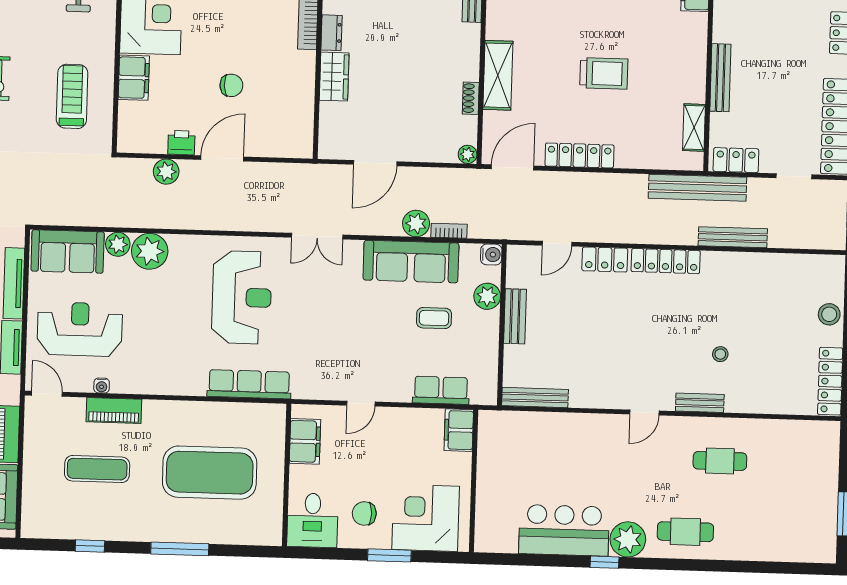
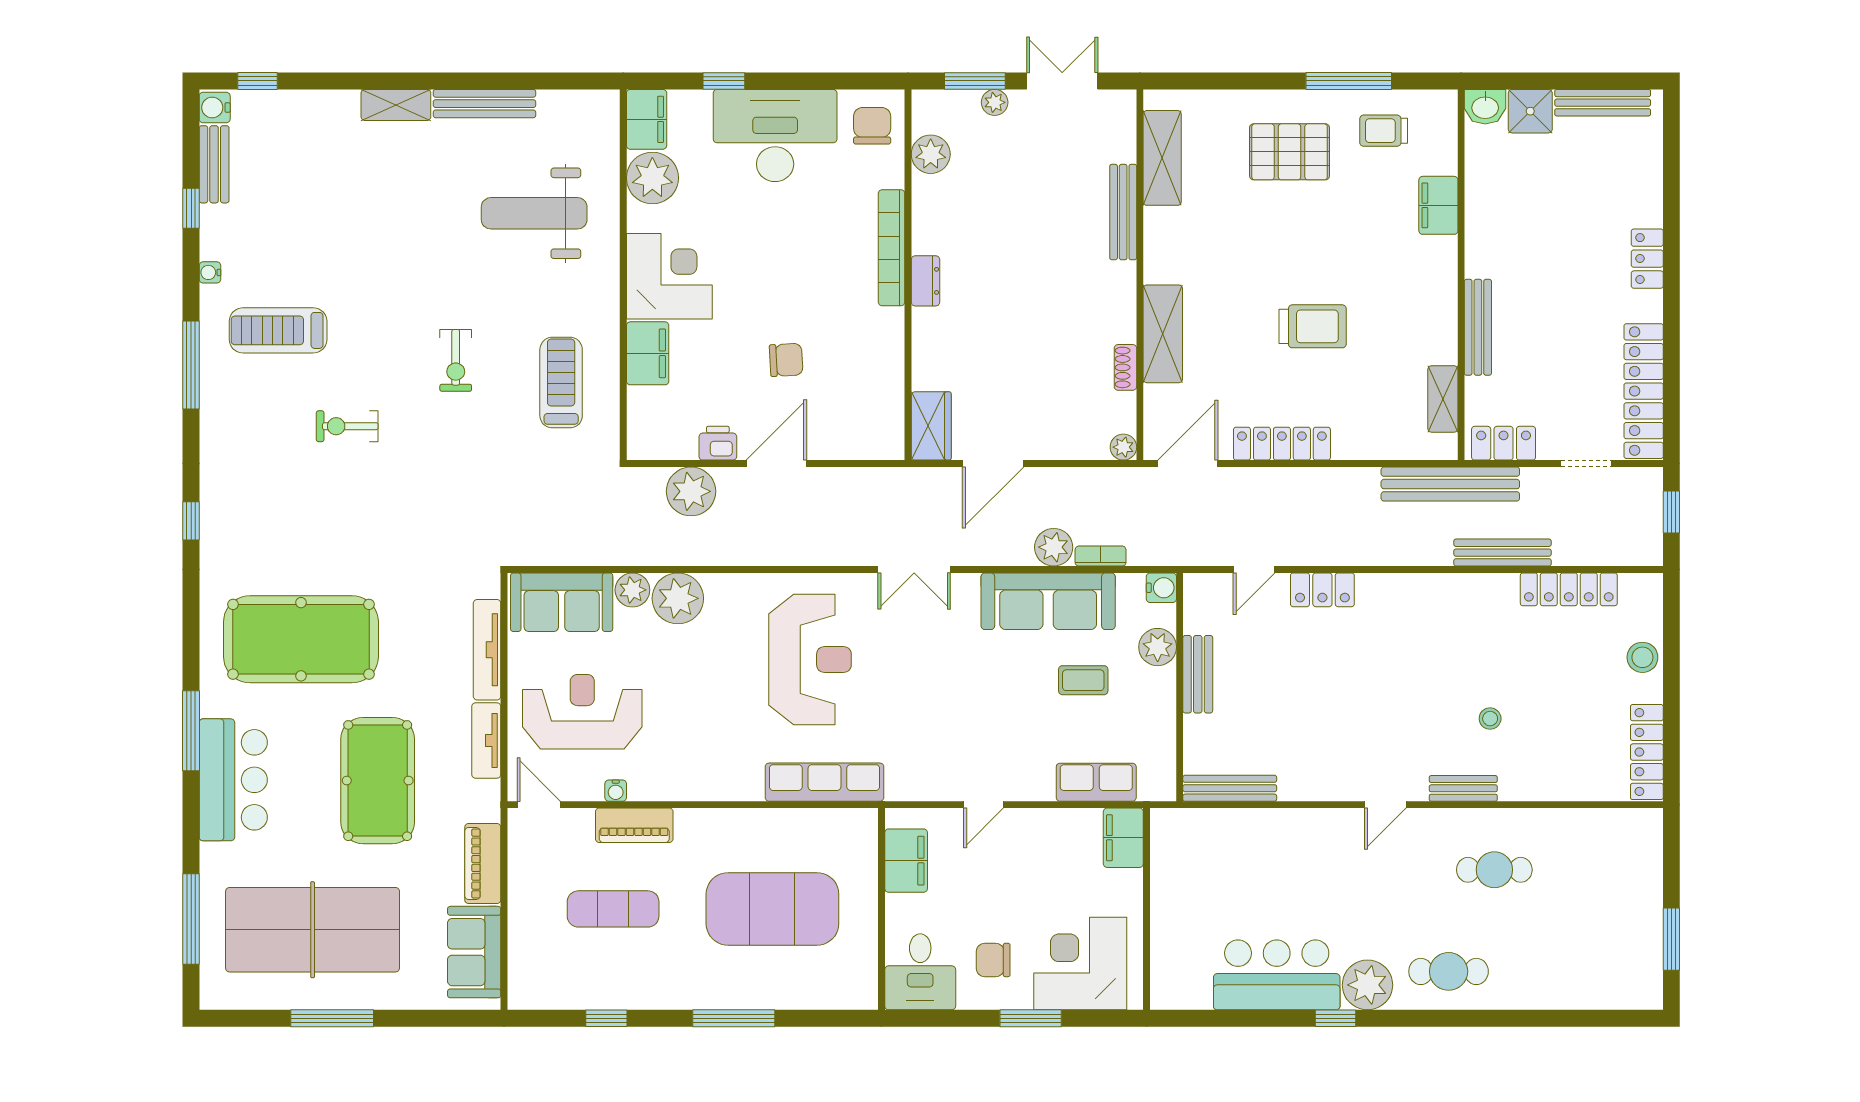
wardrobe: (334, 77) -> (931, 426), moved
plant: (166, 172) -> (691, 491), width x1.36, depth x1.36
locker: (666, 261) -> (1569, 589), moved

